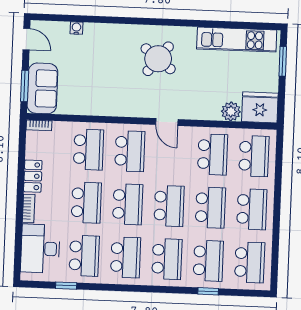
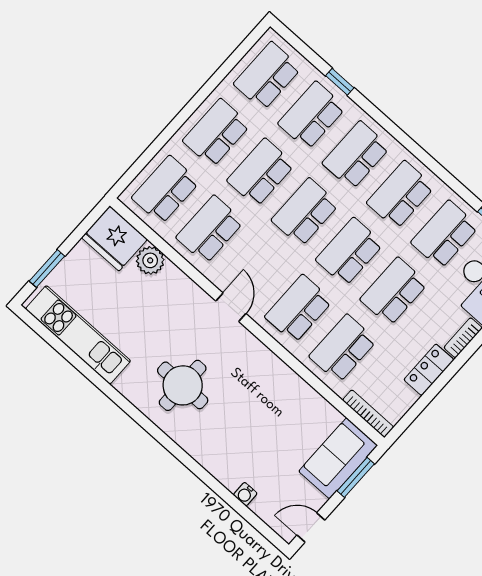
door: (26, 39) -> (311, 528), hinge flipped
round table: (158, 59) -> (183, 385), turned -38
bookcase: (39, 125) -> (368, 414), width x1.56

